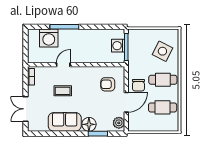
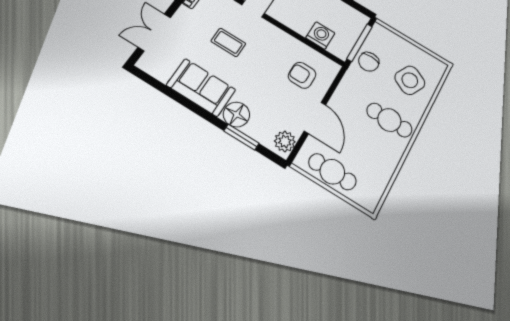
washing machine: (118, 46) -> (320, 35), moved, turned 90
chair: (138, 85) -> (369, 62), moved
door: (126, 102) -> (315, 118), hinge flipped
cafe table: (163, 107) -> (332, 172), moved

